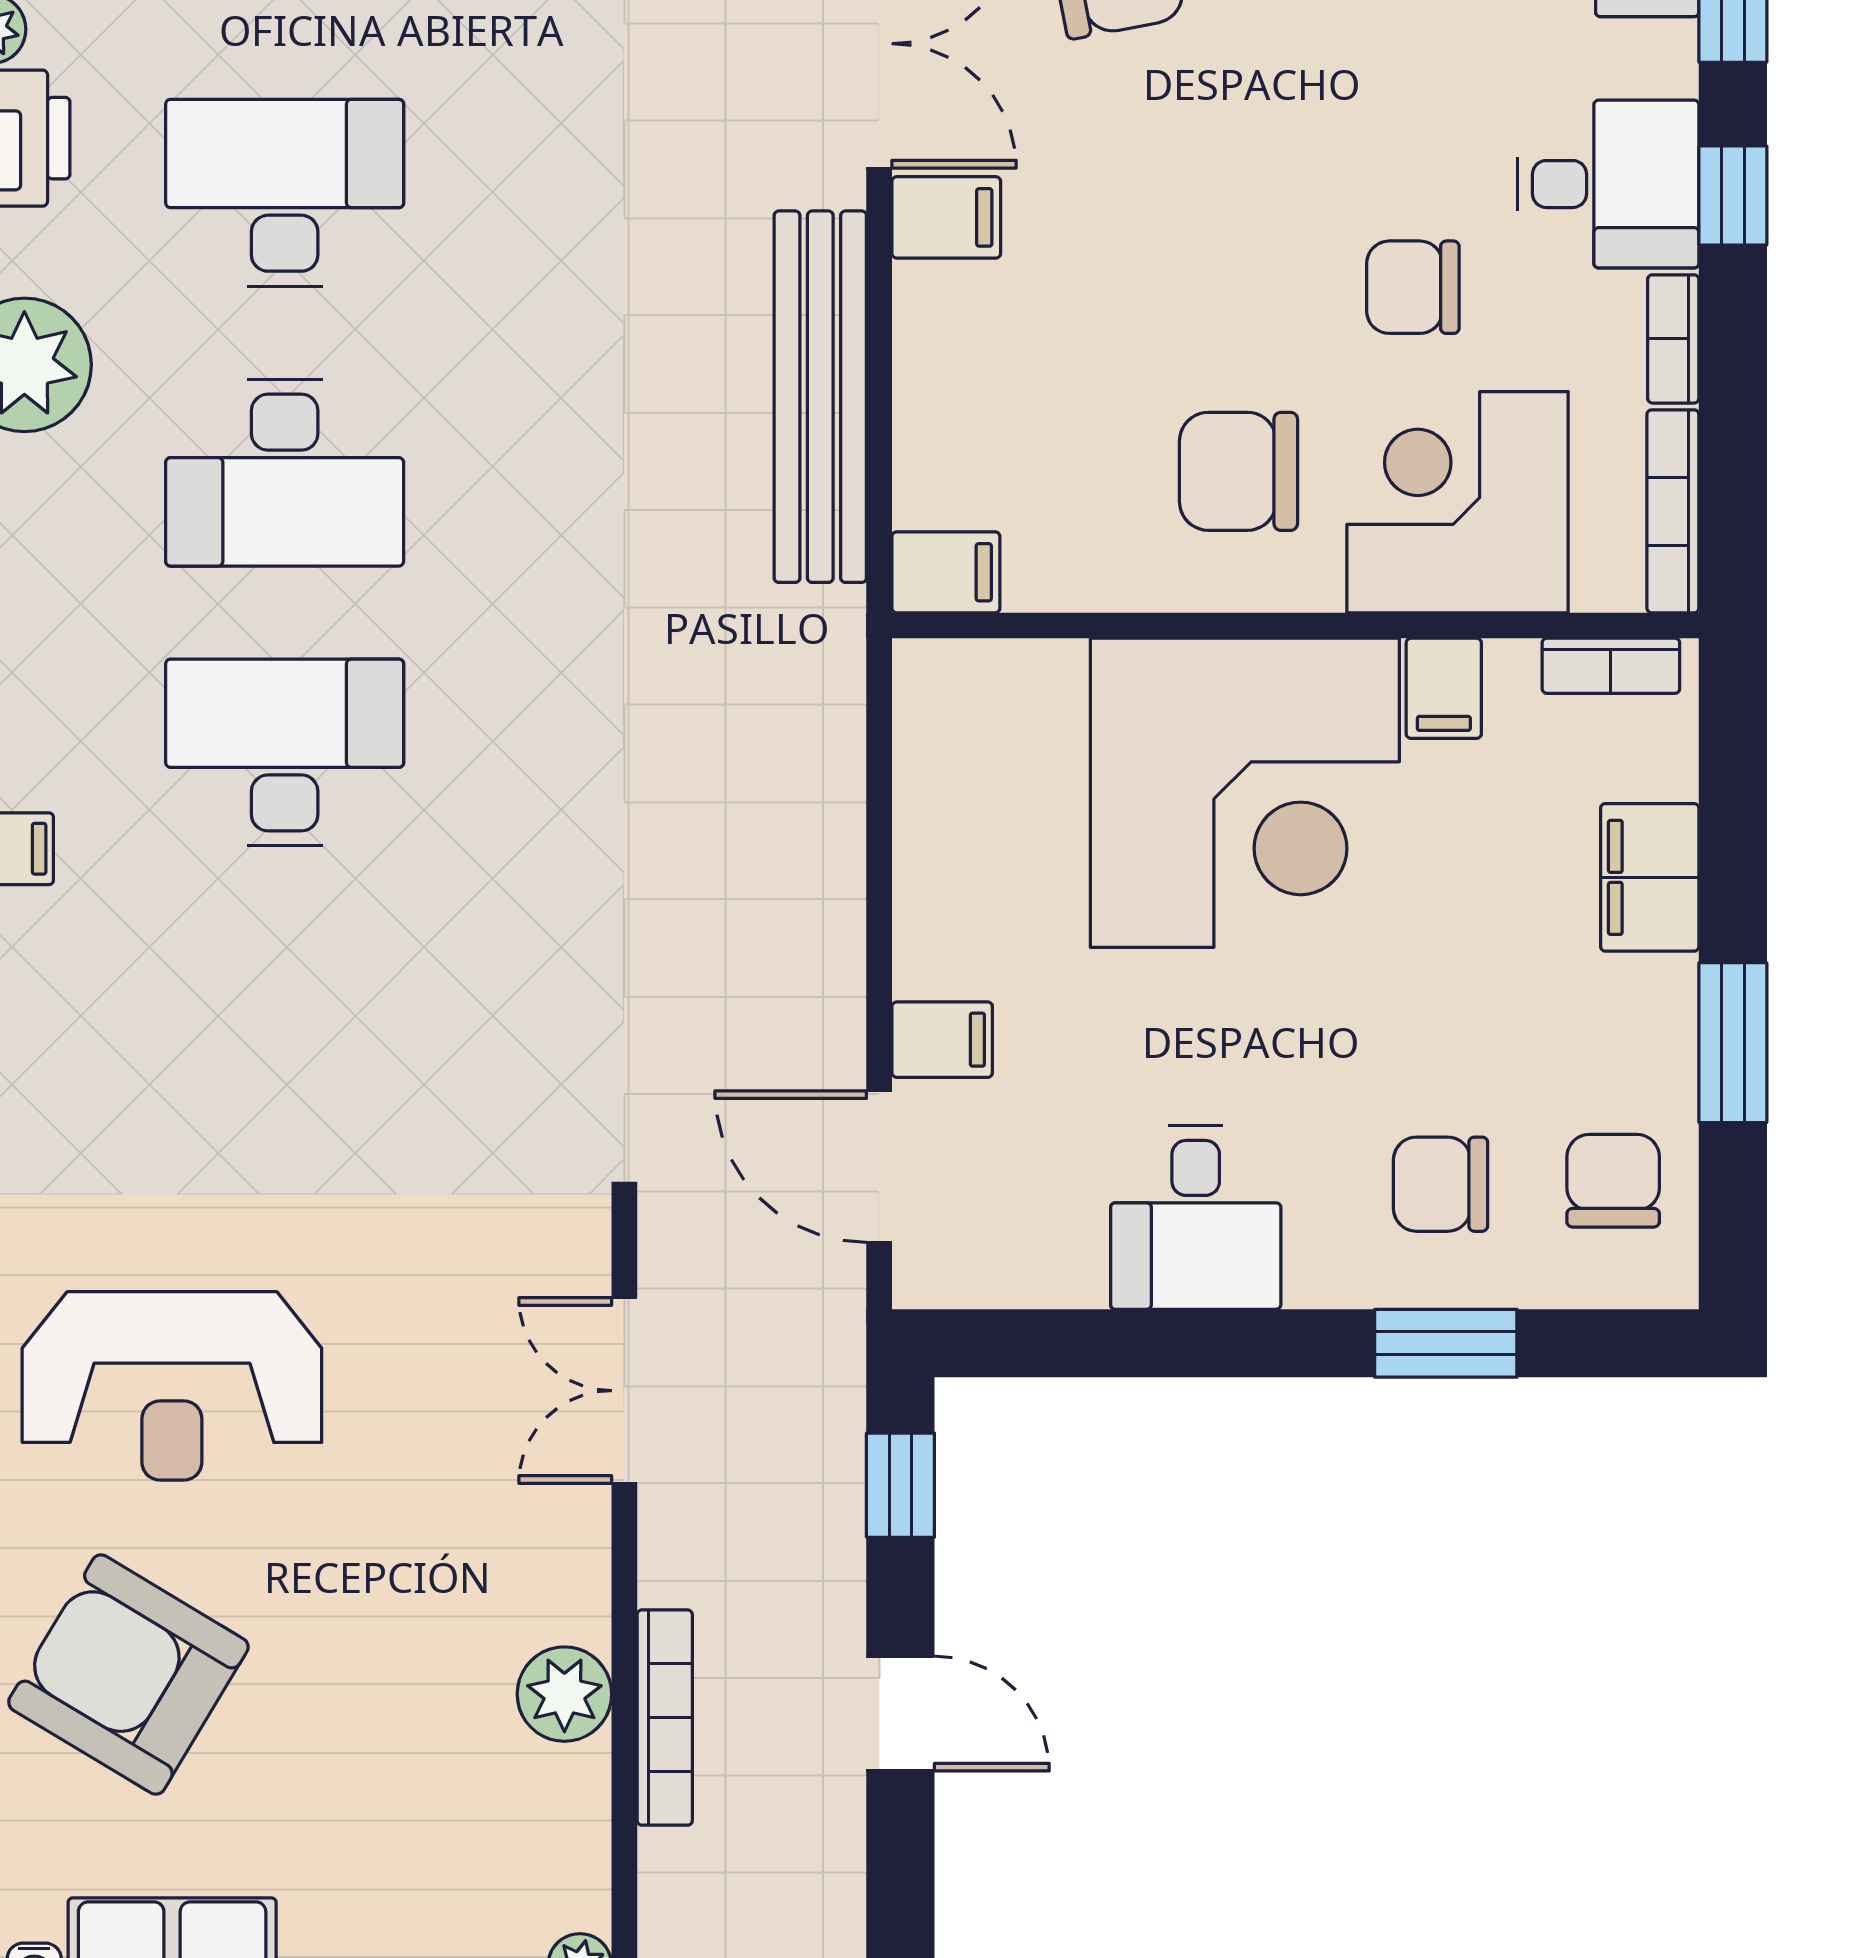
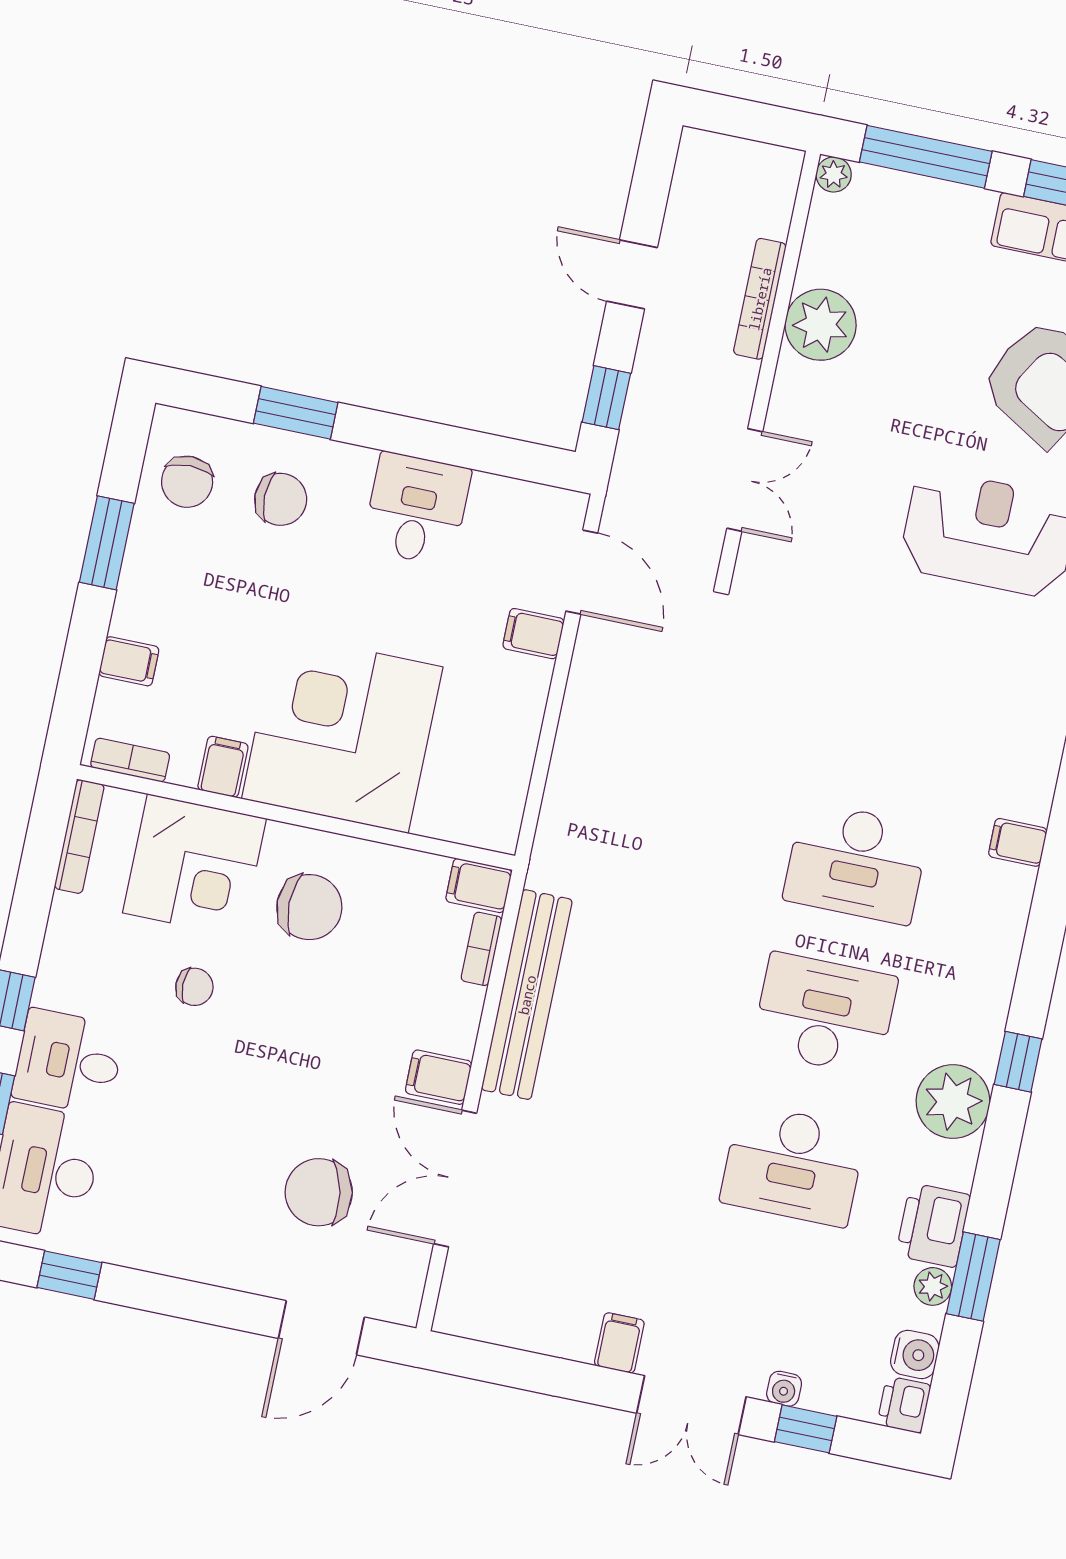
desk: (1608, 184) -> (69, 1062), moved
chair: (1413, 287) -> (194, 987), width x0.73, depth x0.73
bookcase: (1673, 339) -> (481, 949), moved, turned 180
filing cabinet: (1650, 877) -> (129, 661), width x0.50
plant: (564, 1694) -> (821, 325), width x1.36, depth x1.36

